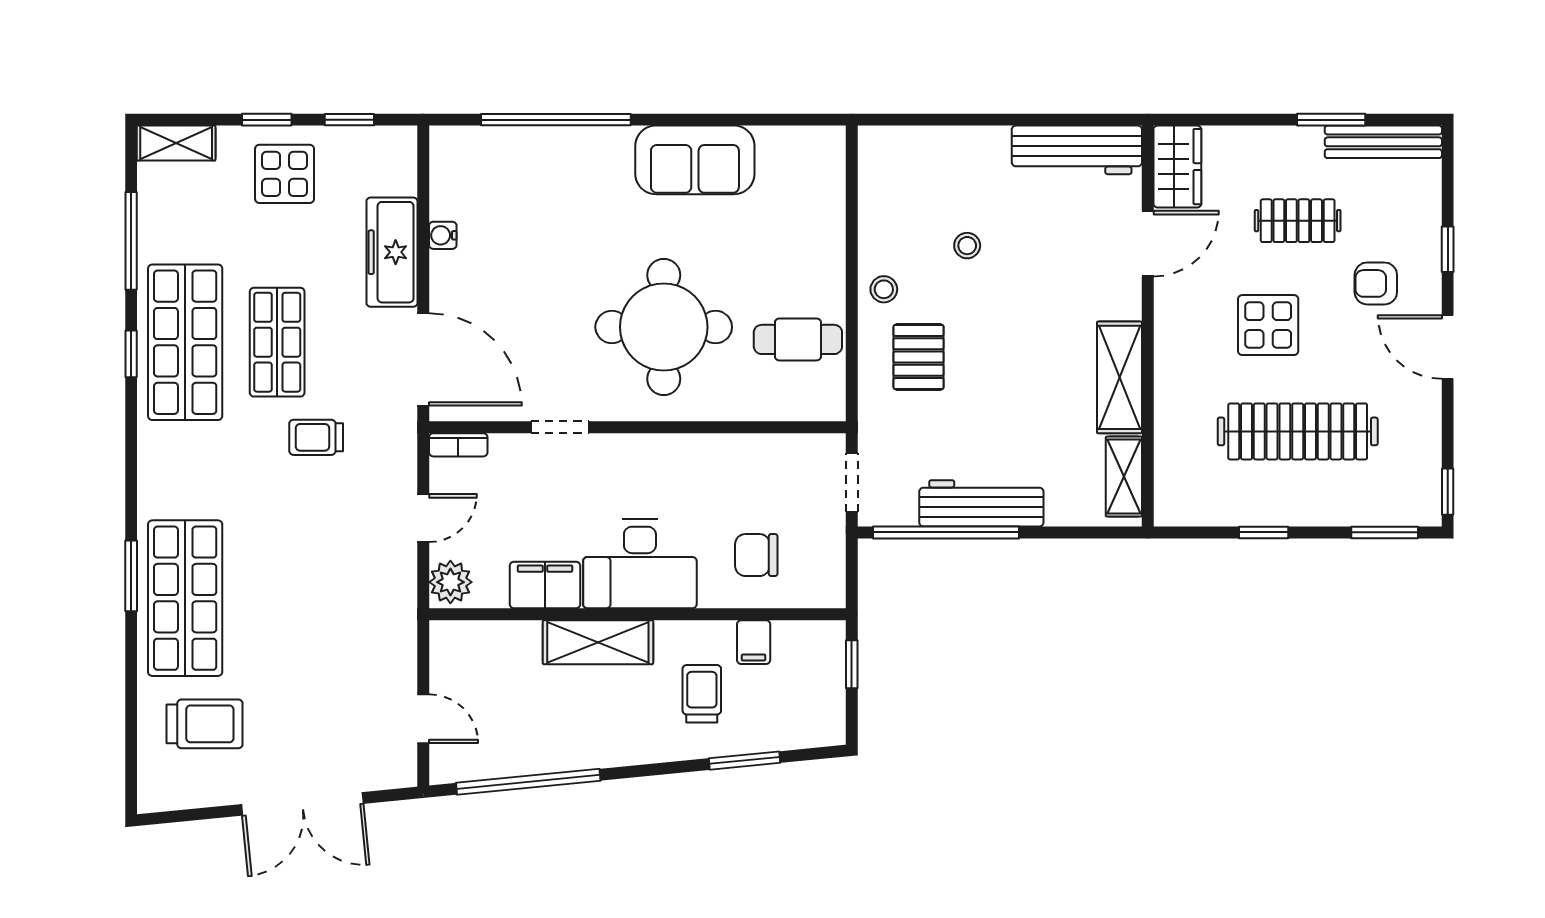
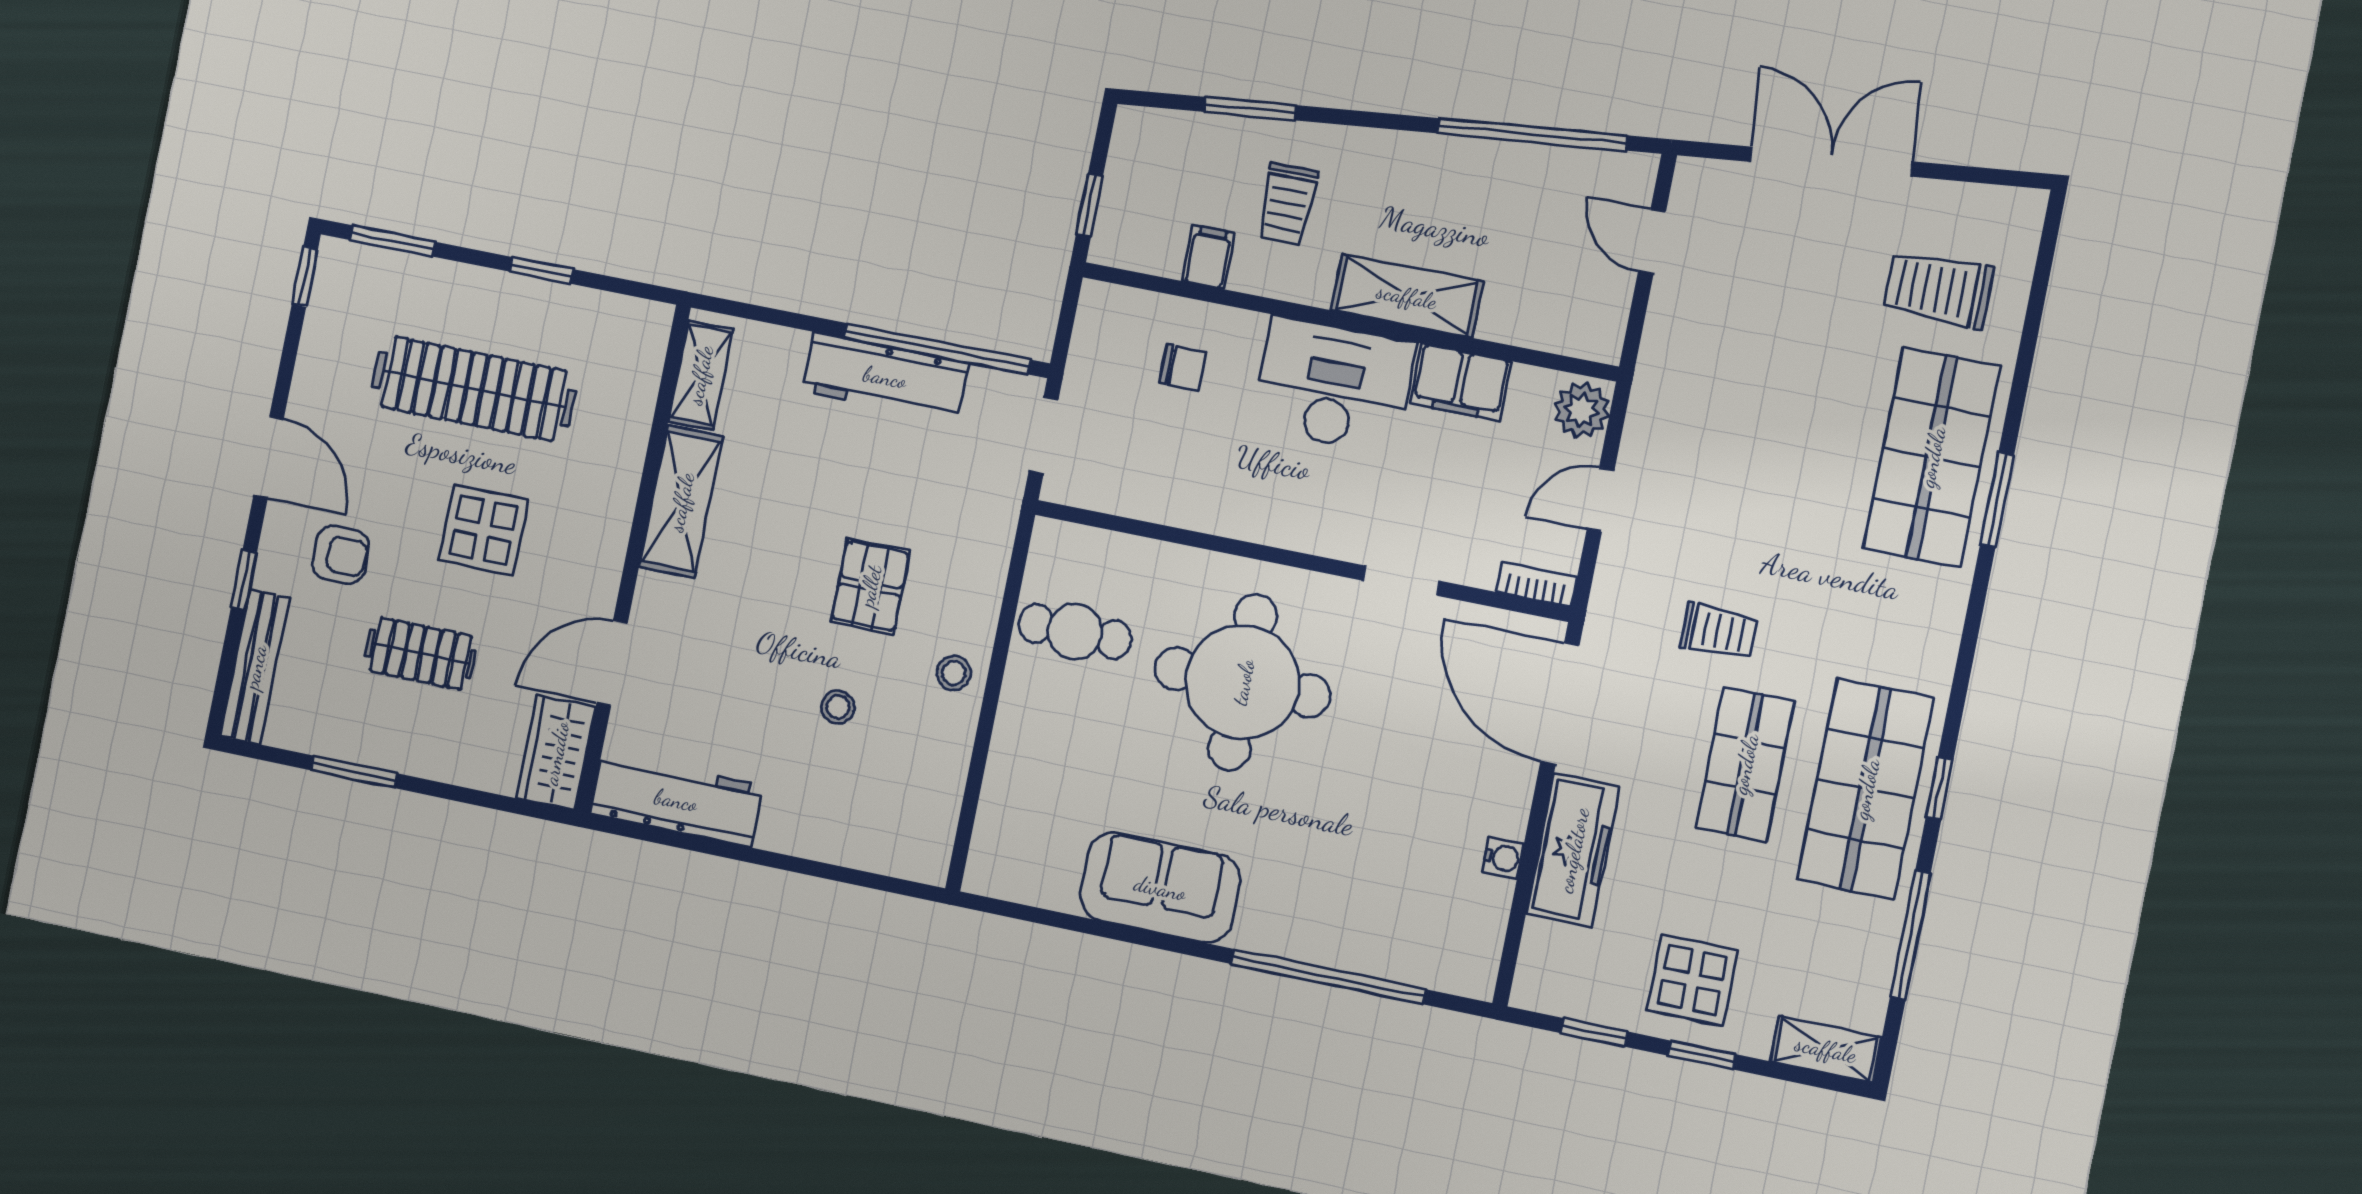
bench: (1383, 142) -> (255, 667), moved, turned 90
pallet: (919, 357) -> (870, 586), moved
chair: (756, 555) -> (1183, 367), width x0.73, depth x0.73

